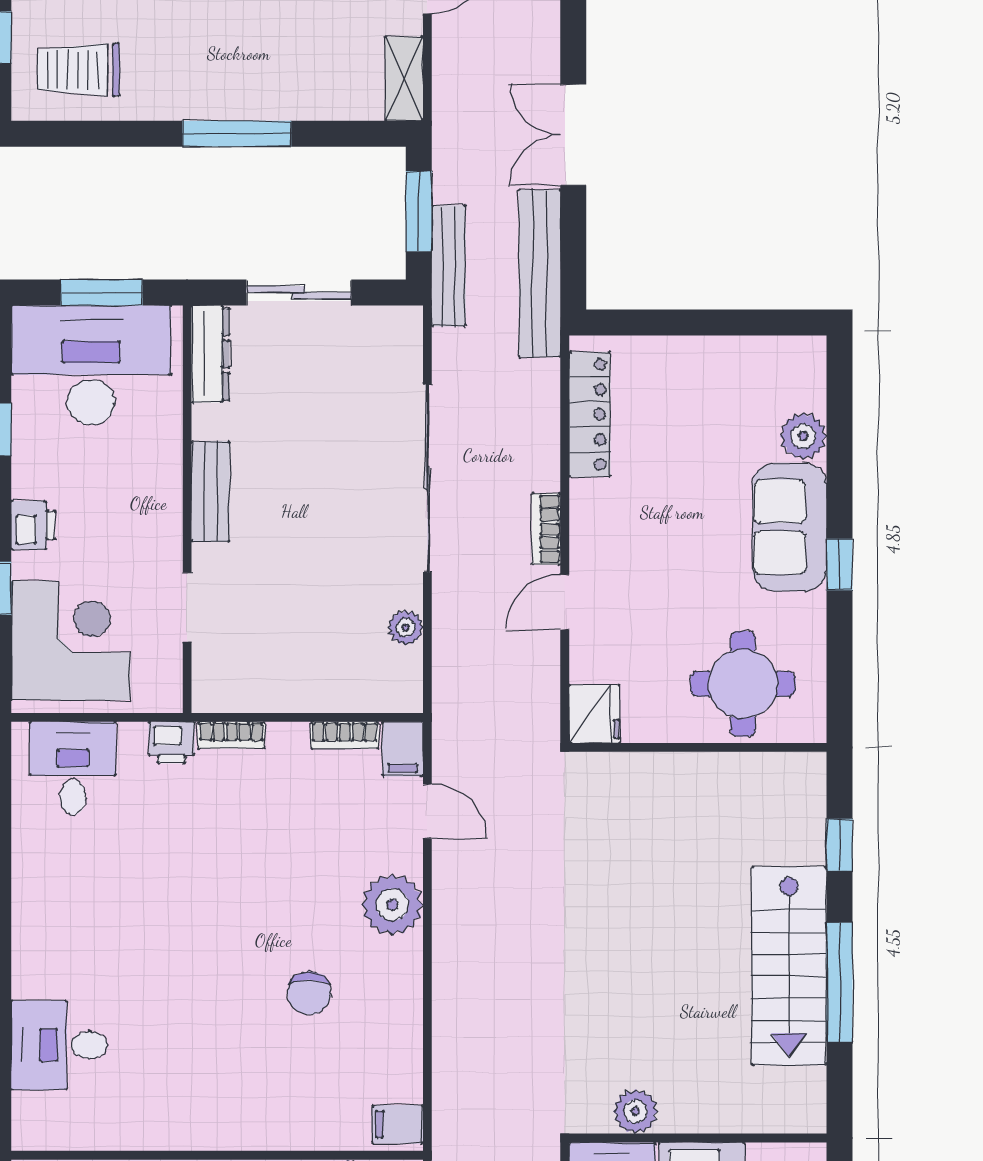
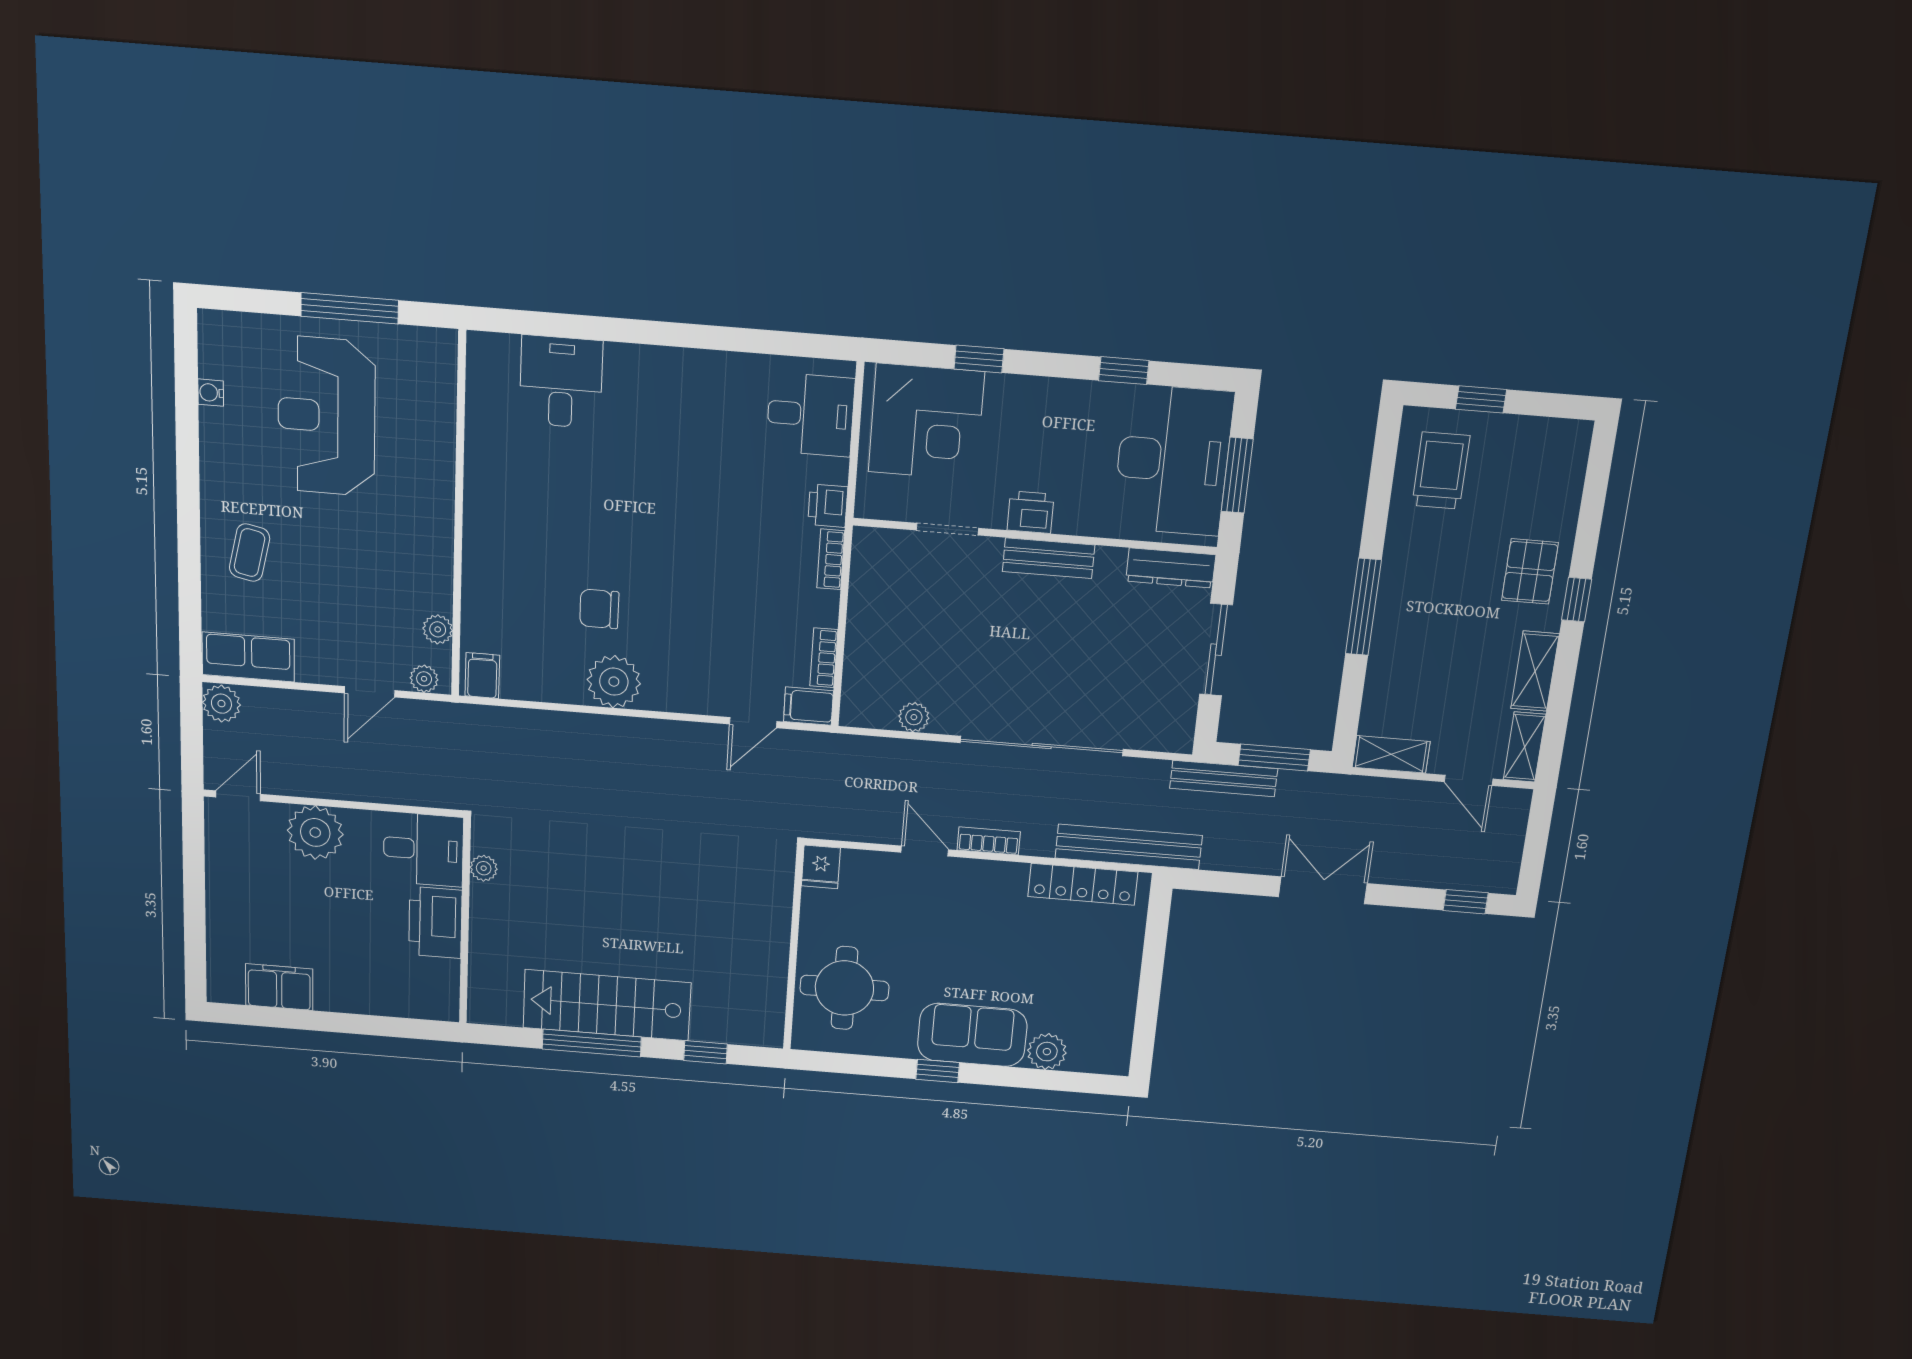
bench: (540, 273) -> (1129, 847), moved
printer: (33, 525) -> (1031, 512), moved, turned 180
fridge: (594, 714) -> (821, 867), width x0.72
plant: (392, 905) -> (614, 682), moved
plant: (635, 1111) -> (484, 868), width x0.73, depth x0.73

